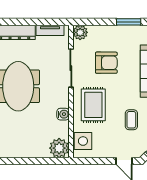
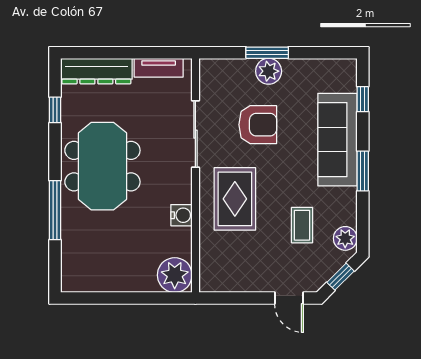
window: (129, 22) -> (267, 53), moved
plant: (80, 32) -> (269, 71), moved
side table: (83, 141) -> (217, 263), removed

